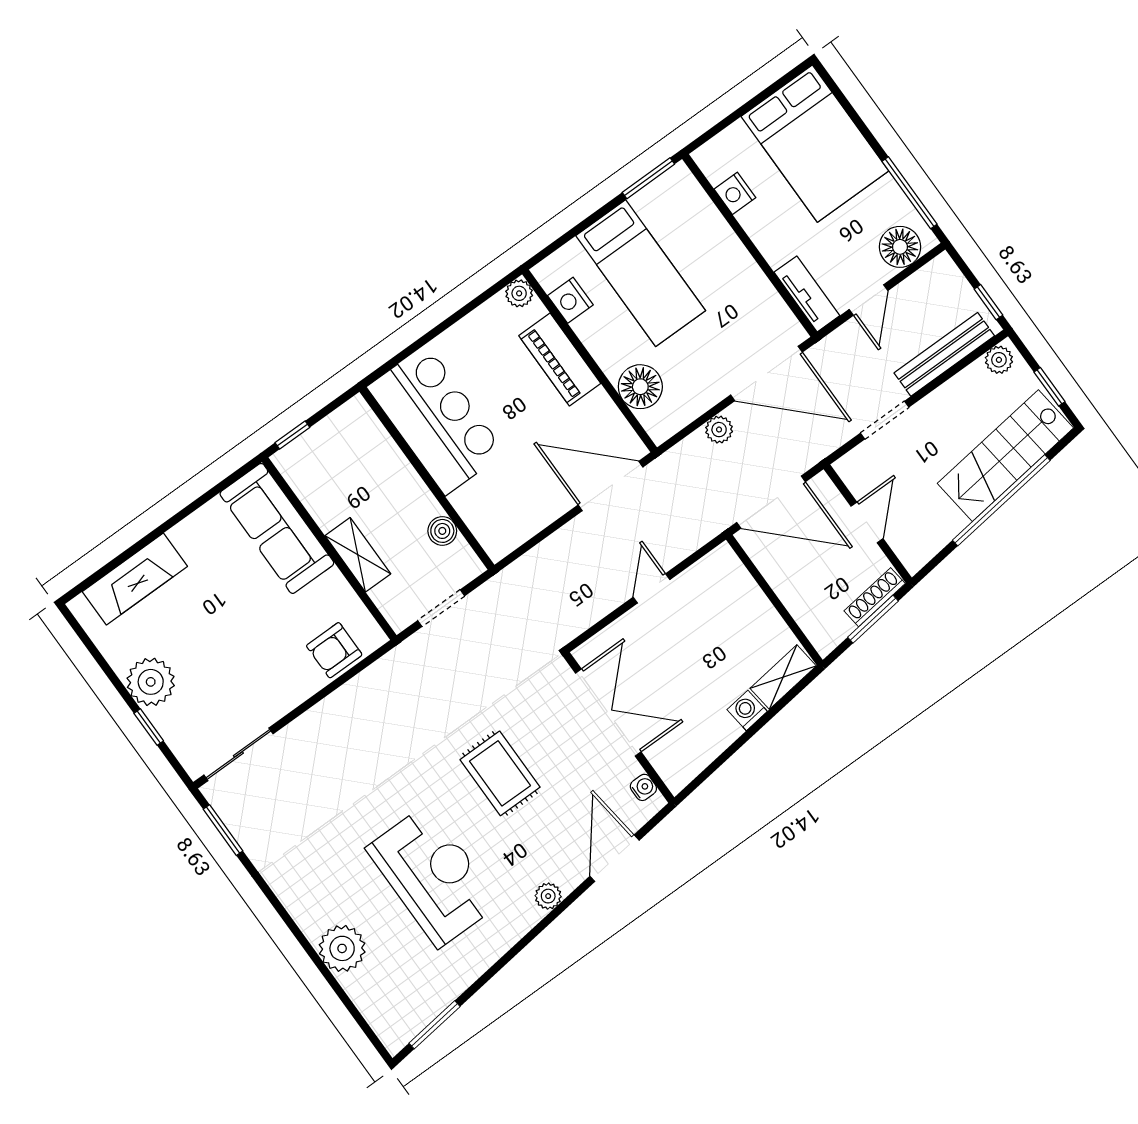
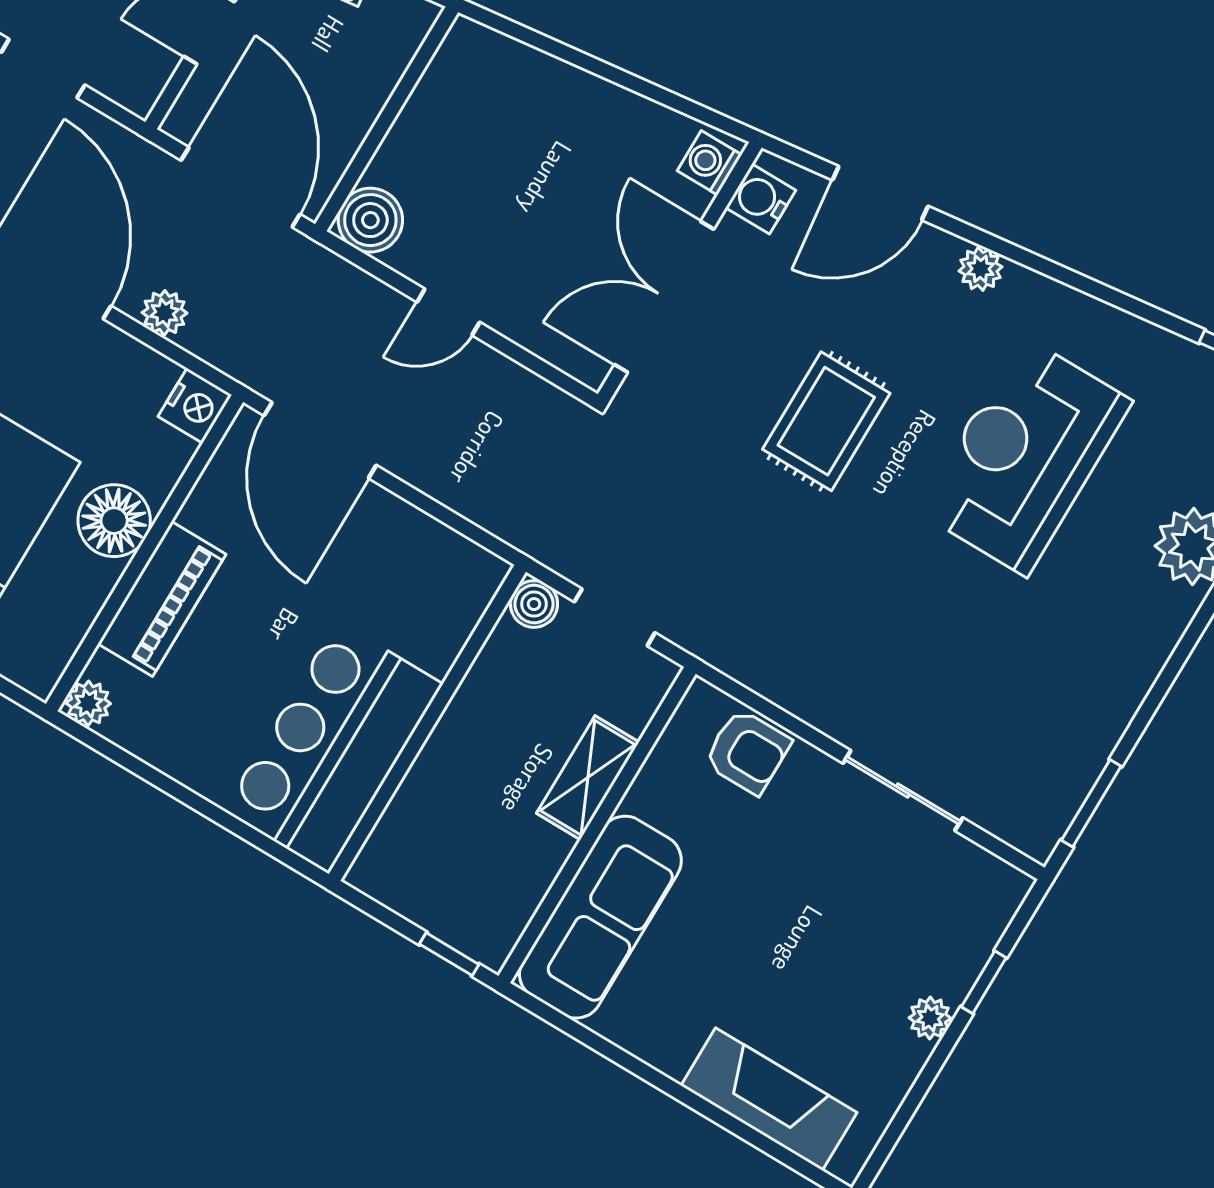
nightstand: (570, 300) -> (195, 406), moved
floor lamp: (640, 387) -> (114, 521), moved
boiler: (442, 531) -> (534, 604), moved
boiler: (722, 567) -> (370, 220), added
shelving: (783, 677) -> (497, 56), removed
plant: (151, 682) -> (930, 1018), width x0.53, depth x0.53
washing machine: (747, 710) -> (709, 163), moved, turned 97
sliding door: (238, 754) -> (903, 790), moved
water cooler: (643, 787) -> (761, 199), width x1.38, depth x1.38

